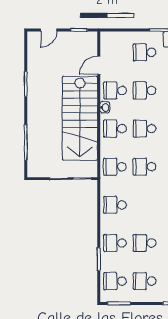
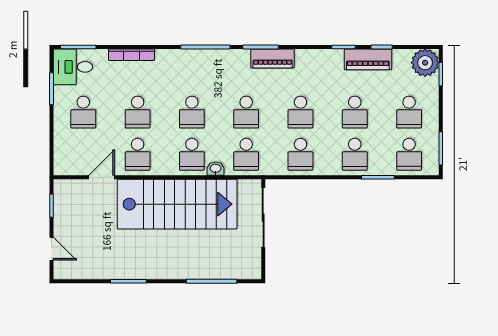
door: (99, 65) -> (102, 177), swing flipped
washbasin: (105, 107) -> (216, 169), moved
school desk: (145, 205) -> (300, 112), added

